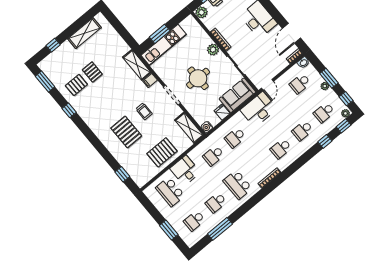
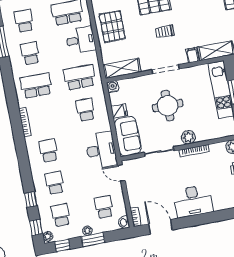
school desk: (214, 156) -> (80, 77), width x1.85

